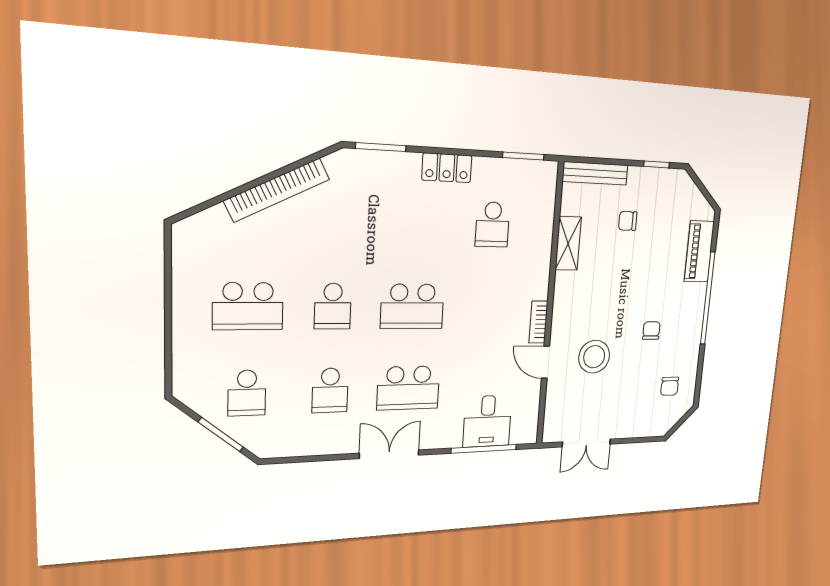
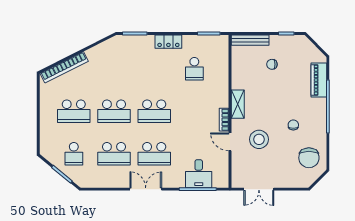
bookcase: (277, 190) -> (64, 67), moved
shelving: (568, 243) -> (238, 104), moved
school desk: (333, 306) -> (114, 111), width x1.85
chair: (670, 386) -> (309, 158), width x1.87, depth x1.87
school desk: (330, 390) -> (114, 154), width x1.85

